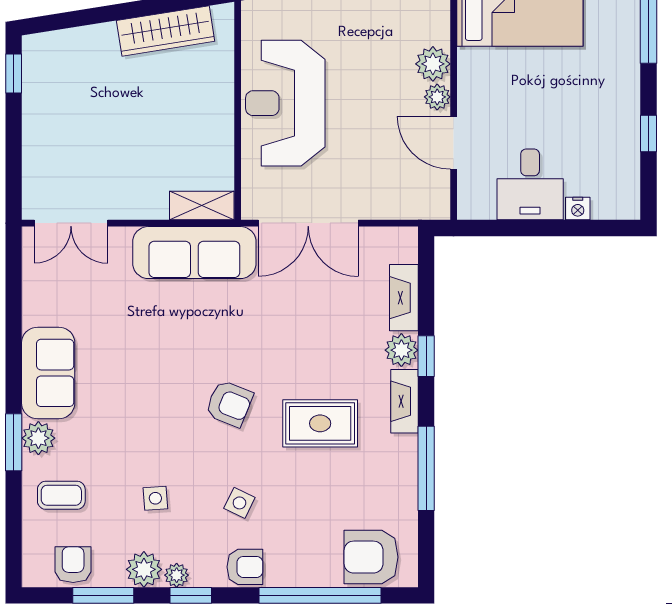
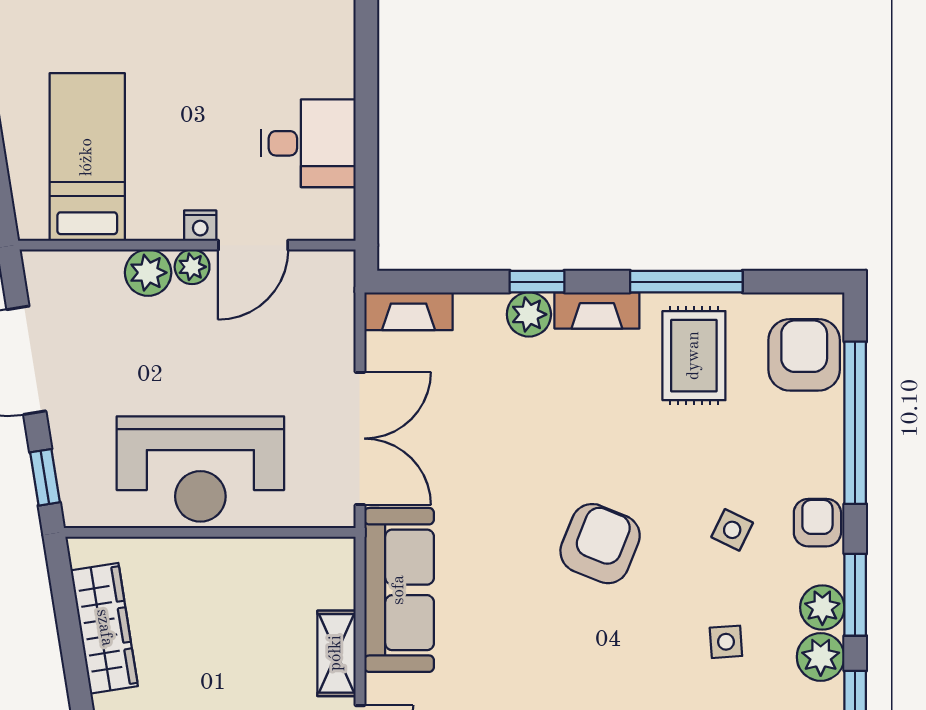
shelving: (202, 205) -> (336, 653), moved
nightstand: (578, 208) -> (200, 226), moved, turned 90
fireplace: (404, 298) -> (408, 311), moved
armchair: (229, 404) -> (600, 544), width x1.38, depth x1.38
rug: (320, 423) -> (694, 356), moved
armchair: (371, 557) -> (804, 355), turned 180
plant: (177, 575) -> (822, 607), width x1.38, depth x1.38
window: (191, 595) -> (855, 595), width x1.50

